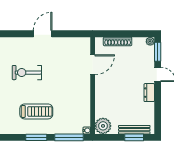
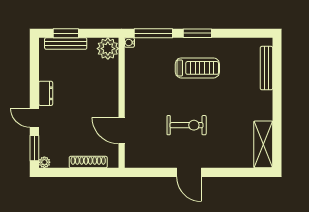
door: (43, 34) -> (189, 172), hinge flipped
door: (93, 65) -> (122, 131), hinge flipped
exercise bike: (27, 73) -> (187, 125), moved
treadmill: (36, 111) -> (197, 68), turned 180

